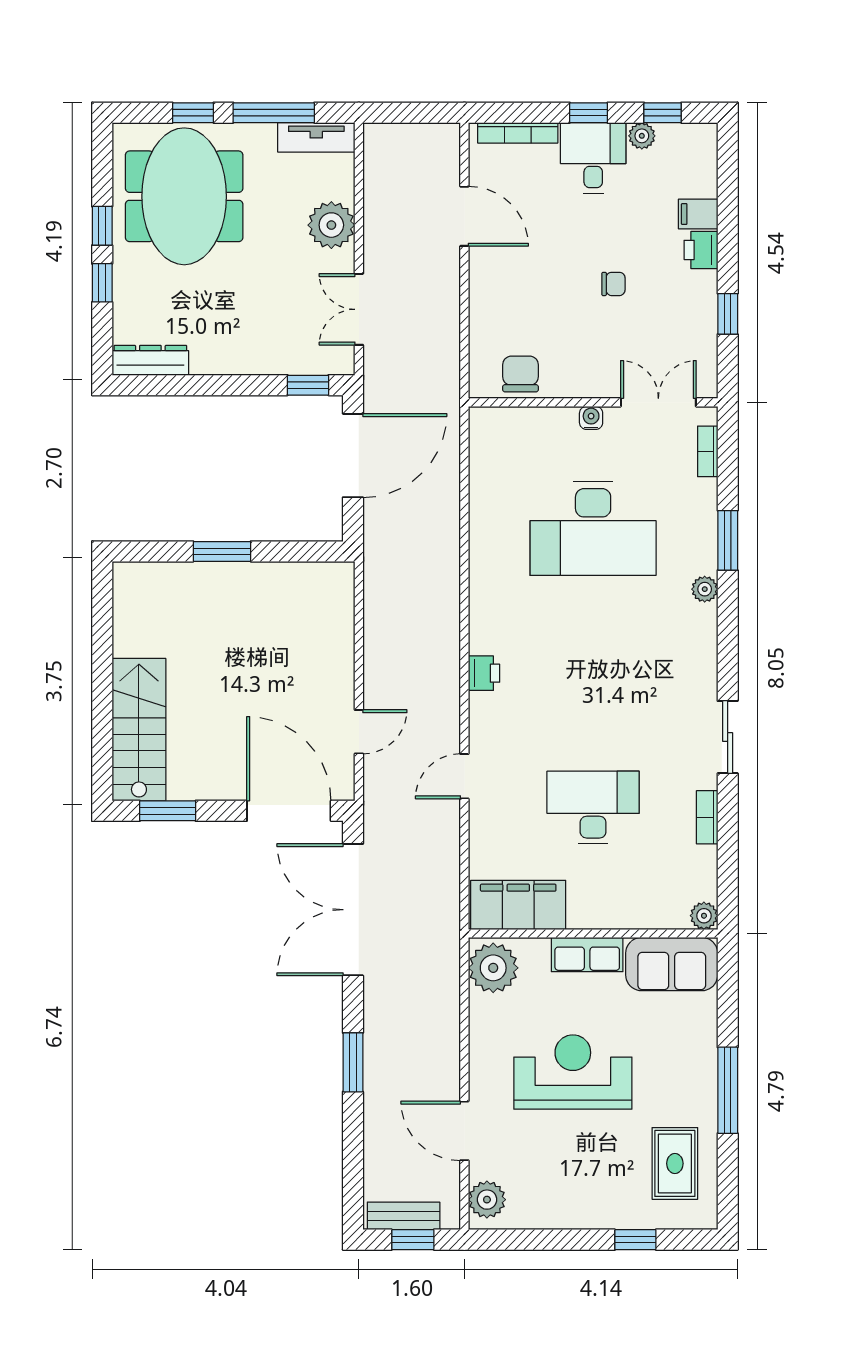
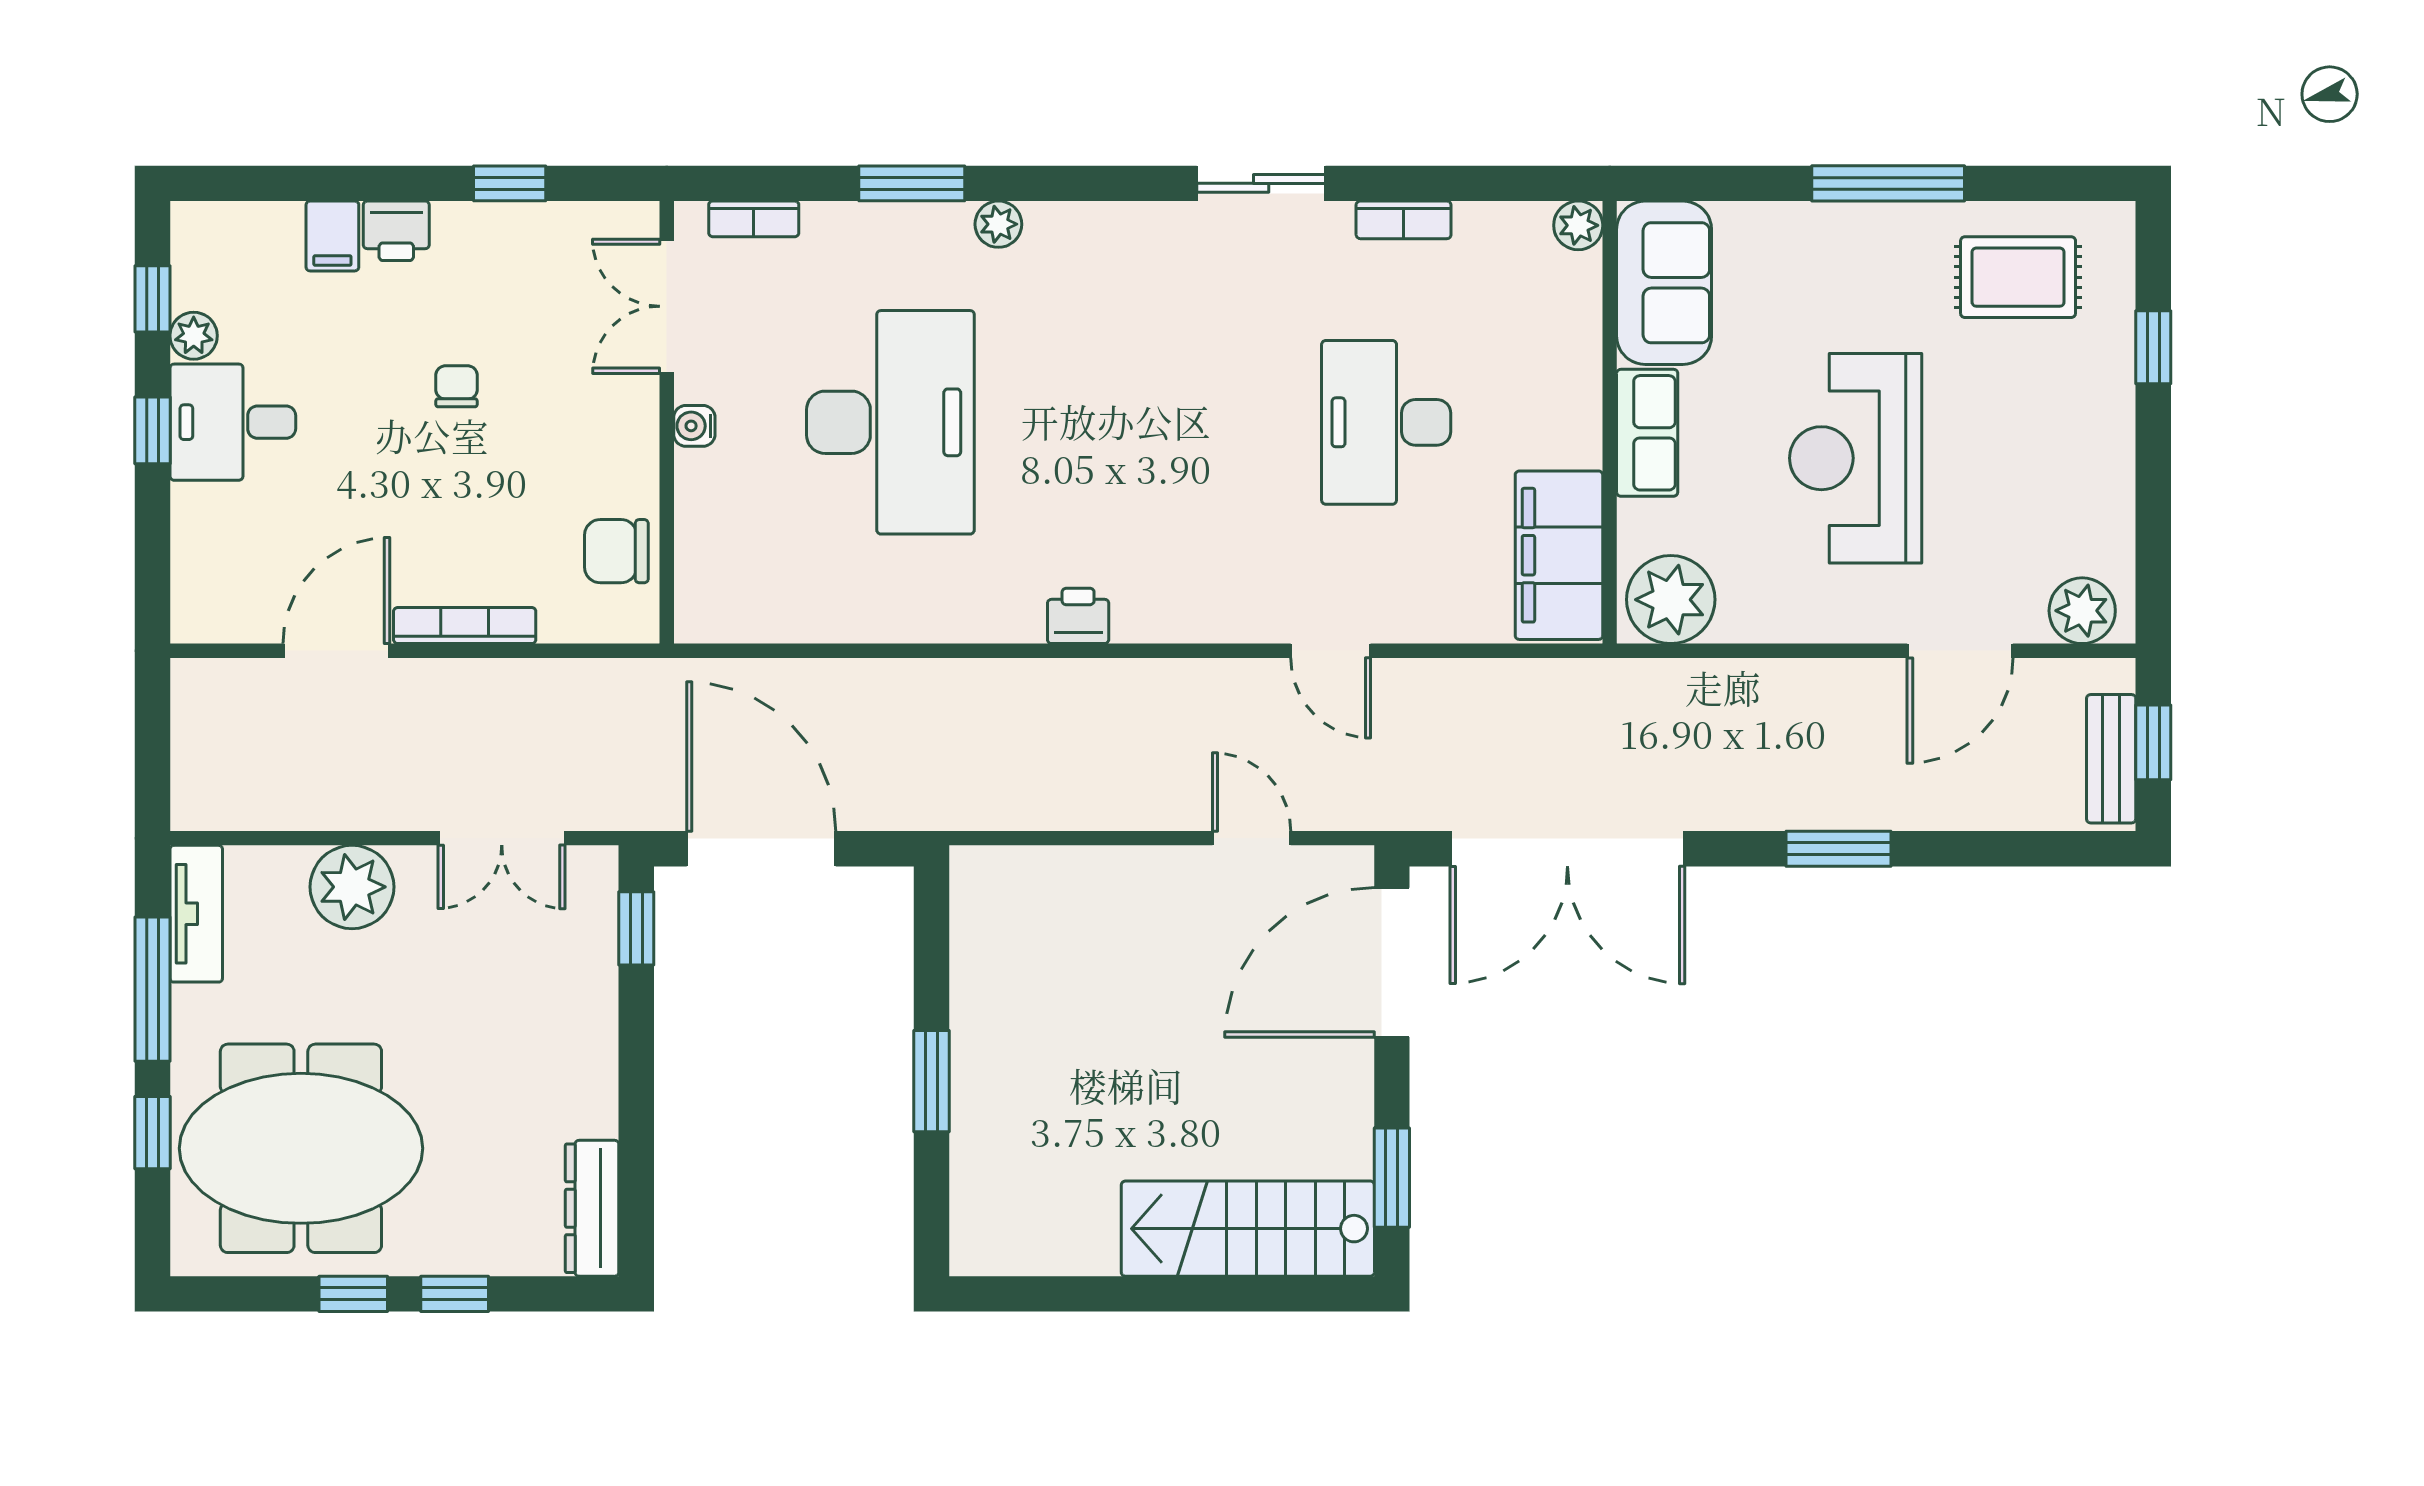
bookcase: (518, 133) -> (465, 626), moved, turned -90
printer: (484, 673) -> (1078, 616), moved

